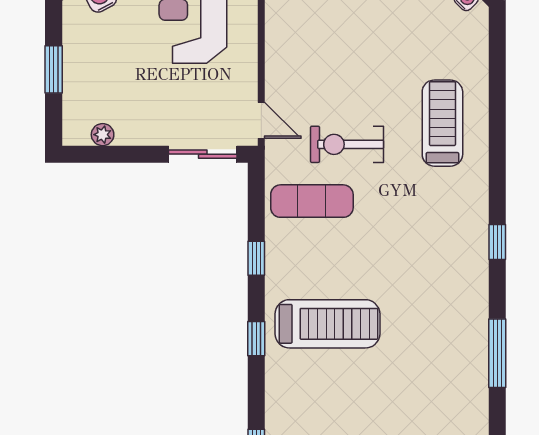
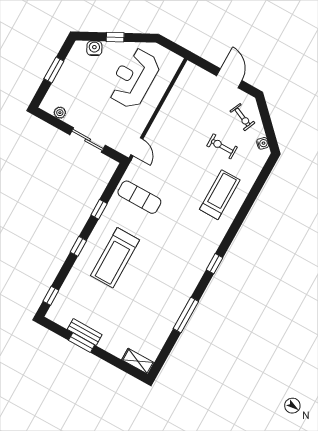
exercise bike: (347, 144) -> (222, 146), moved, width x0.73, depth x0.72
sliding door: (203, 154) -> (88, 140), moved
treadmill: (327, 324) -> (115, 258), turned 90

